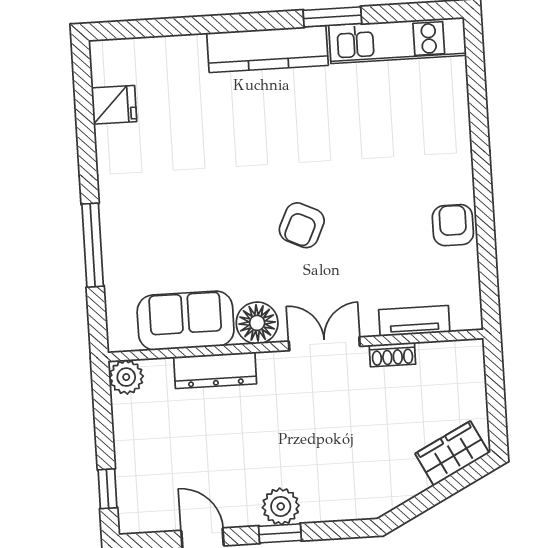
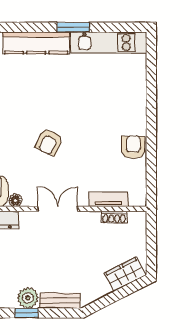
floor lamp: (257, 323) -> (16, 200), width x0.53, depth x0.53
shoe rack: (392, 355) -> (114, 217), moved
bench: (338, 508) -> (60, 301), added

